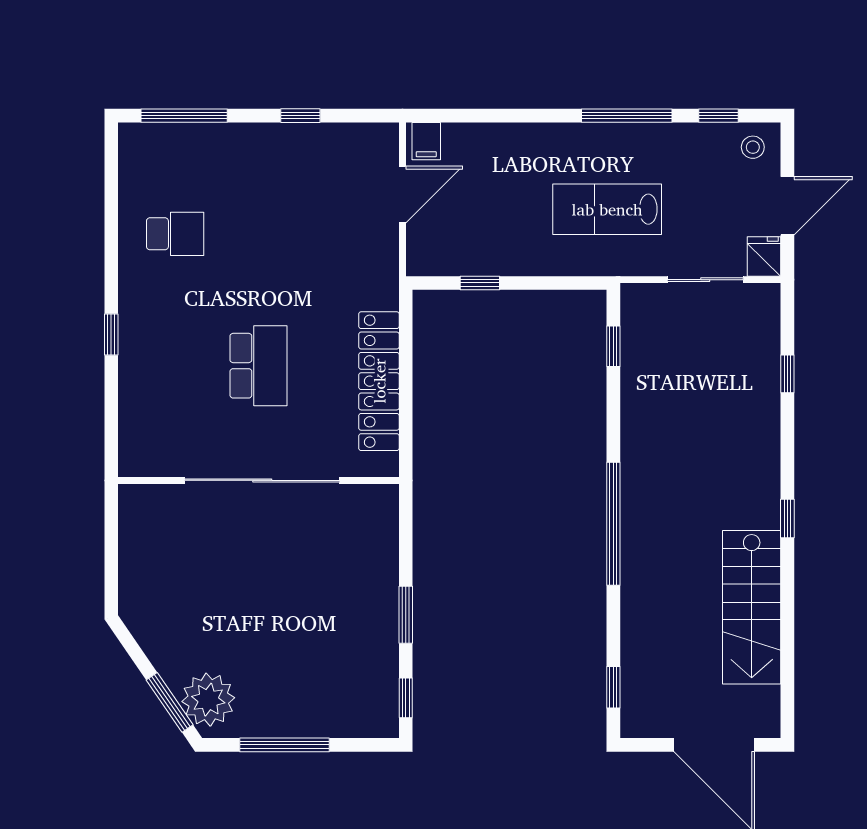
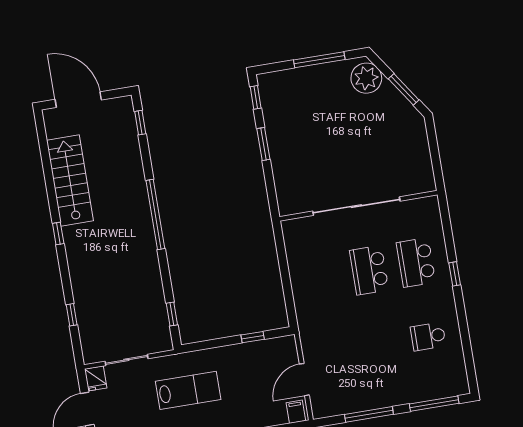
window: (300, 116) -> (369, 414), width x2.17
school desk: (175, 366) -> (416, 262), added
locker: (379, 381) -> (300, 273), removed
window: (170, 702) -> (404, 89), moved

